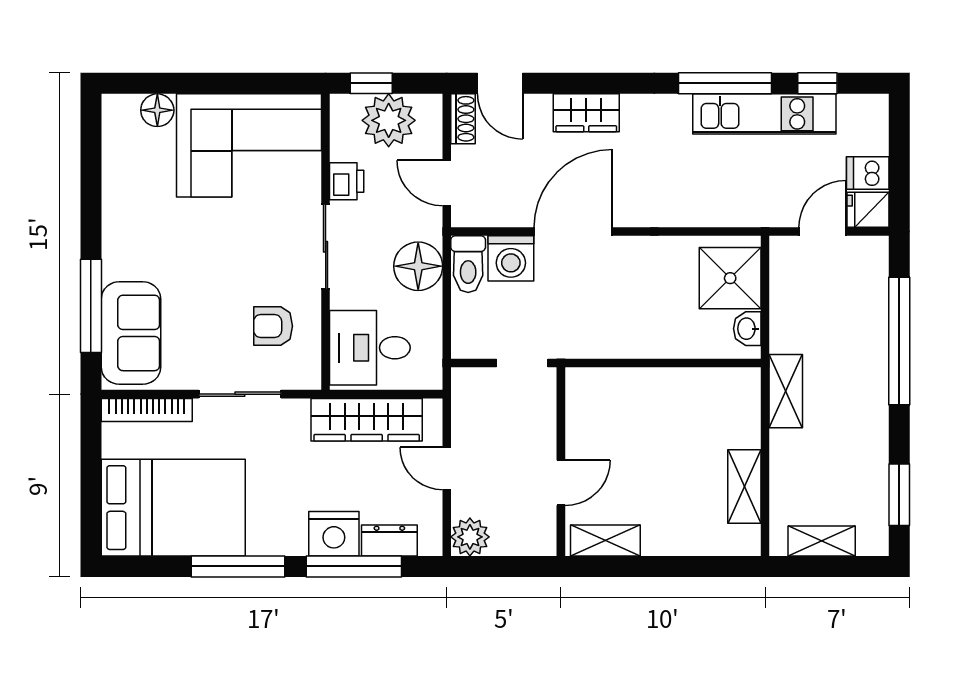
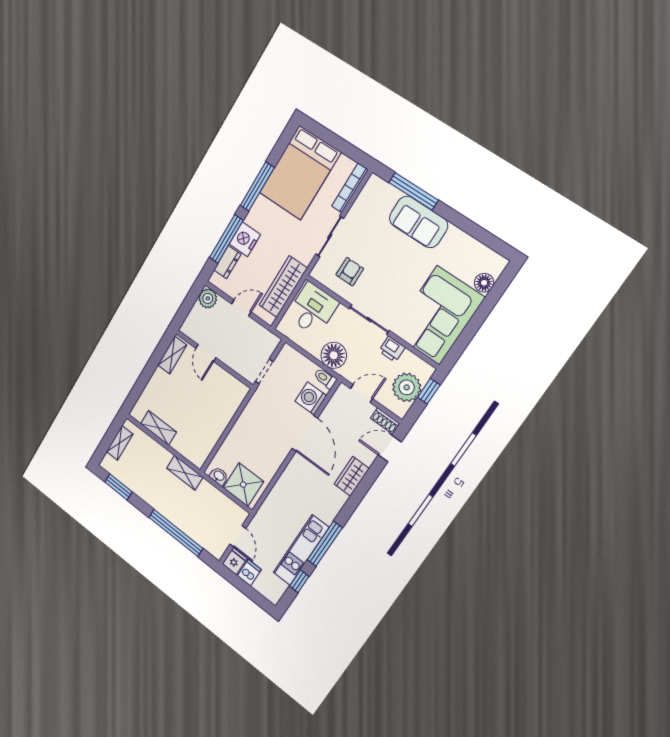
toilet: (468, 264) -> (325, 378), width x0.73, depth x0.72
sofa: (131, 333) -> (418, 222), moved

